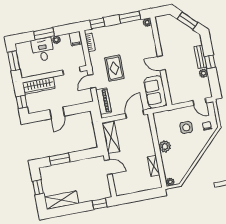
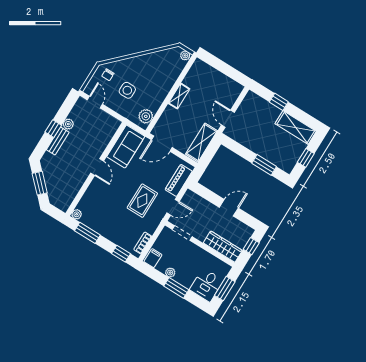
desk: (43, 50) -> (206, 285), moved
plant: (165, 146) -> (146, 116), moved
shelving: (154, 166) -> (179, 96), moved
window: (100, 204) -> (279, 102), moved

